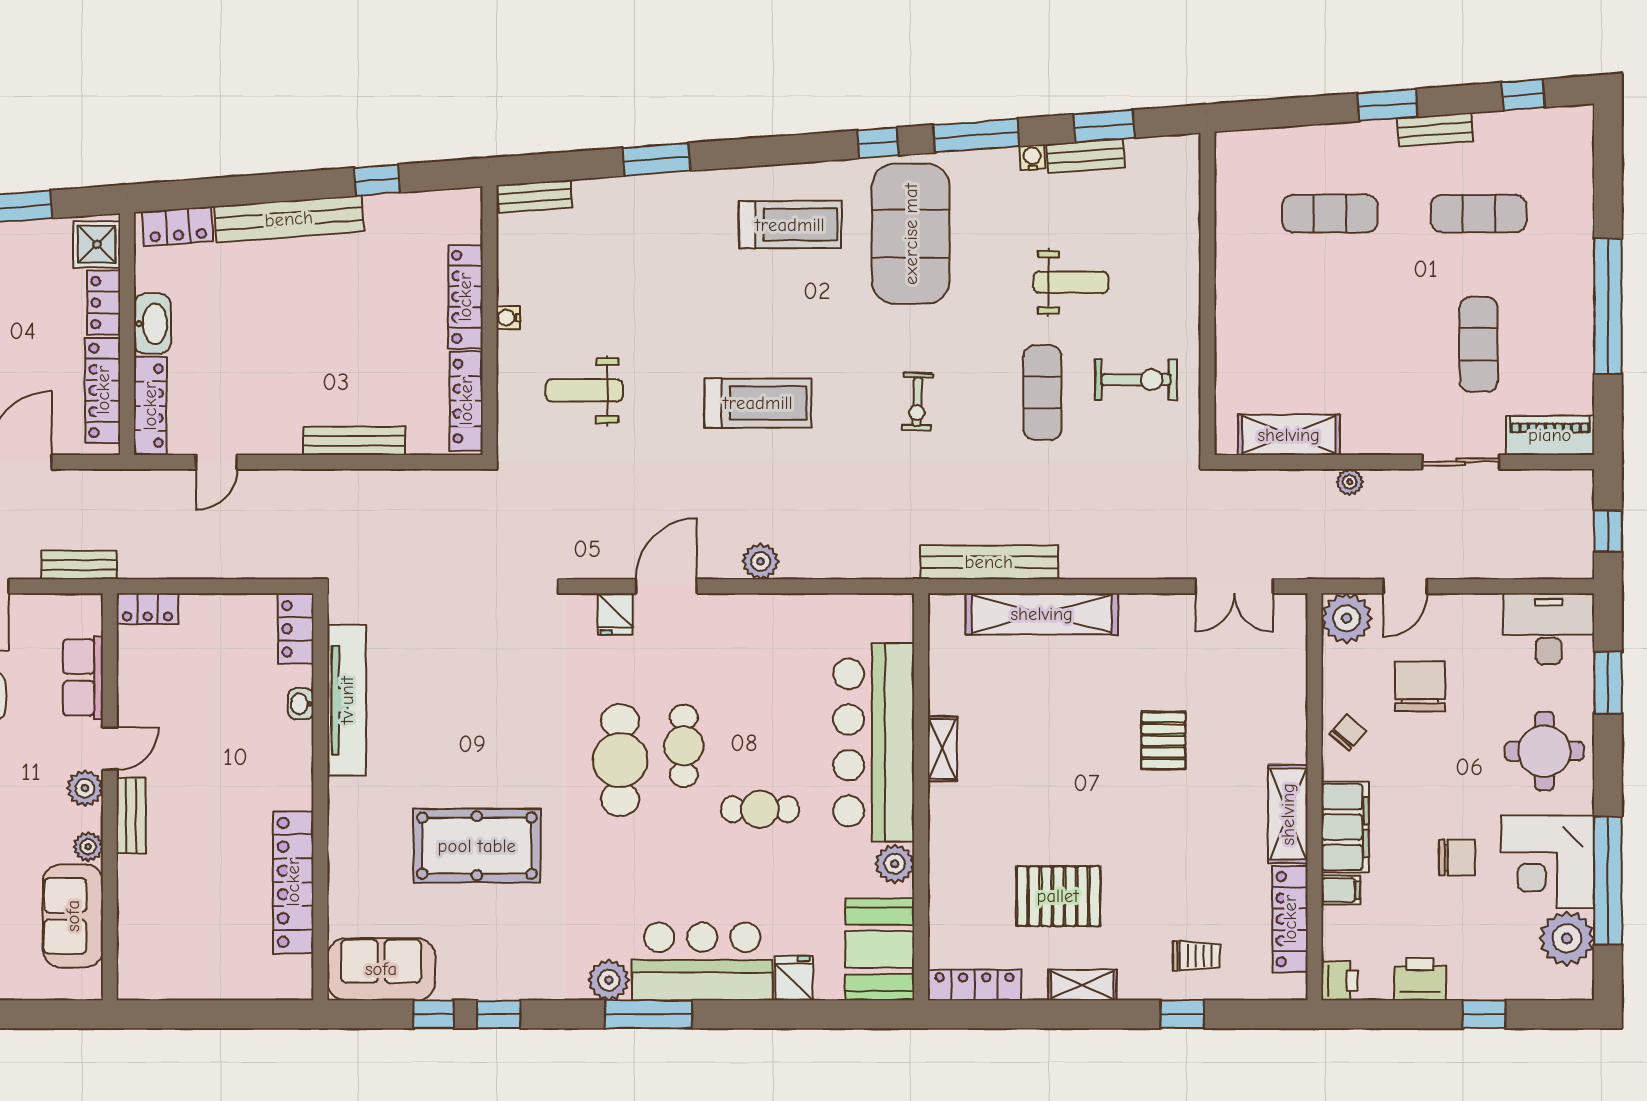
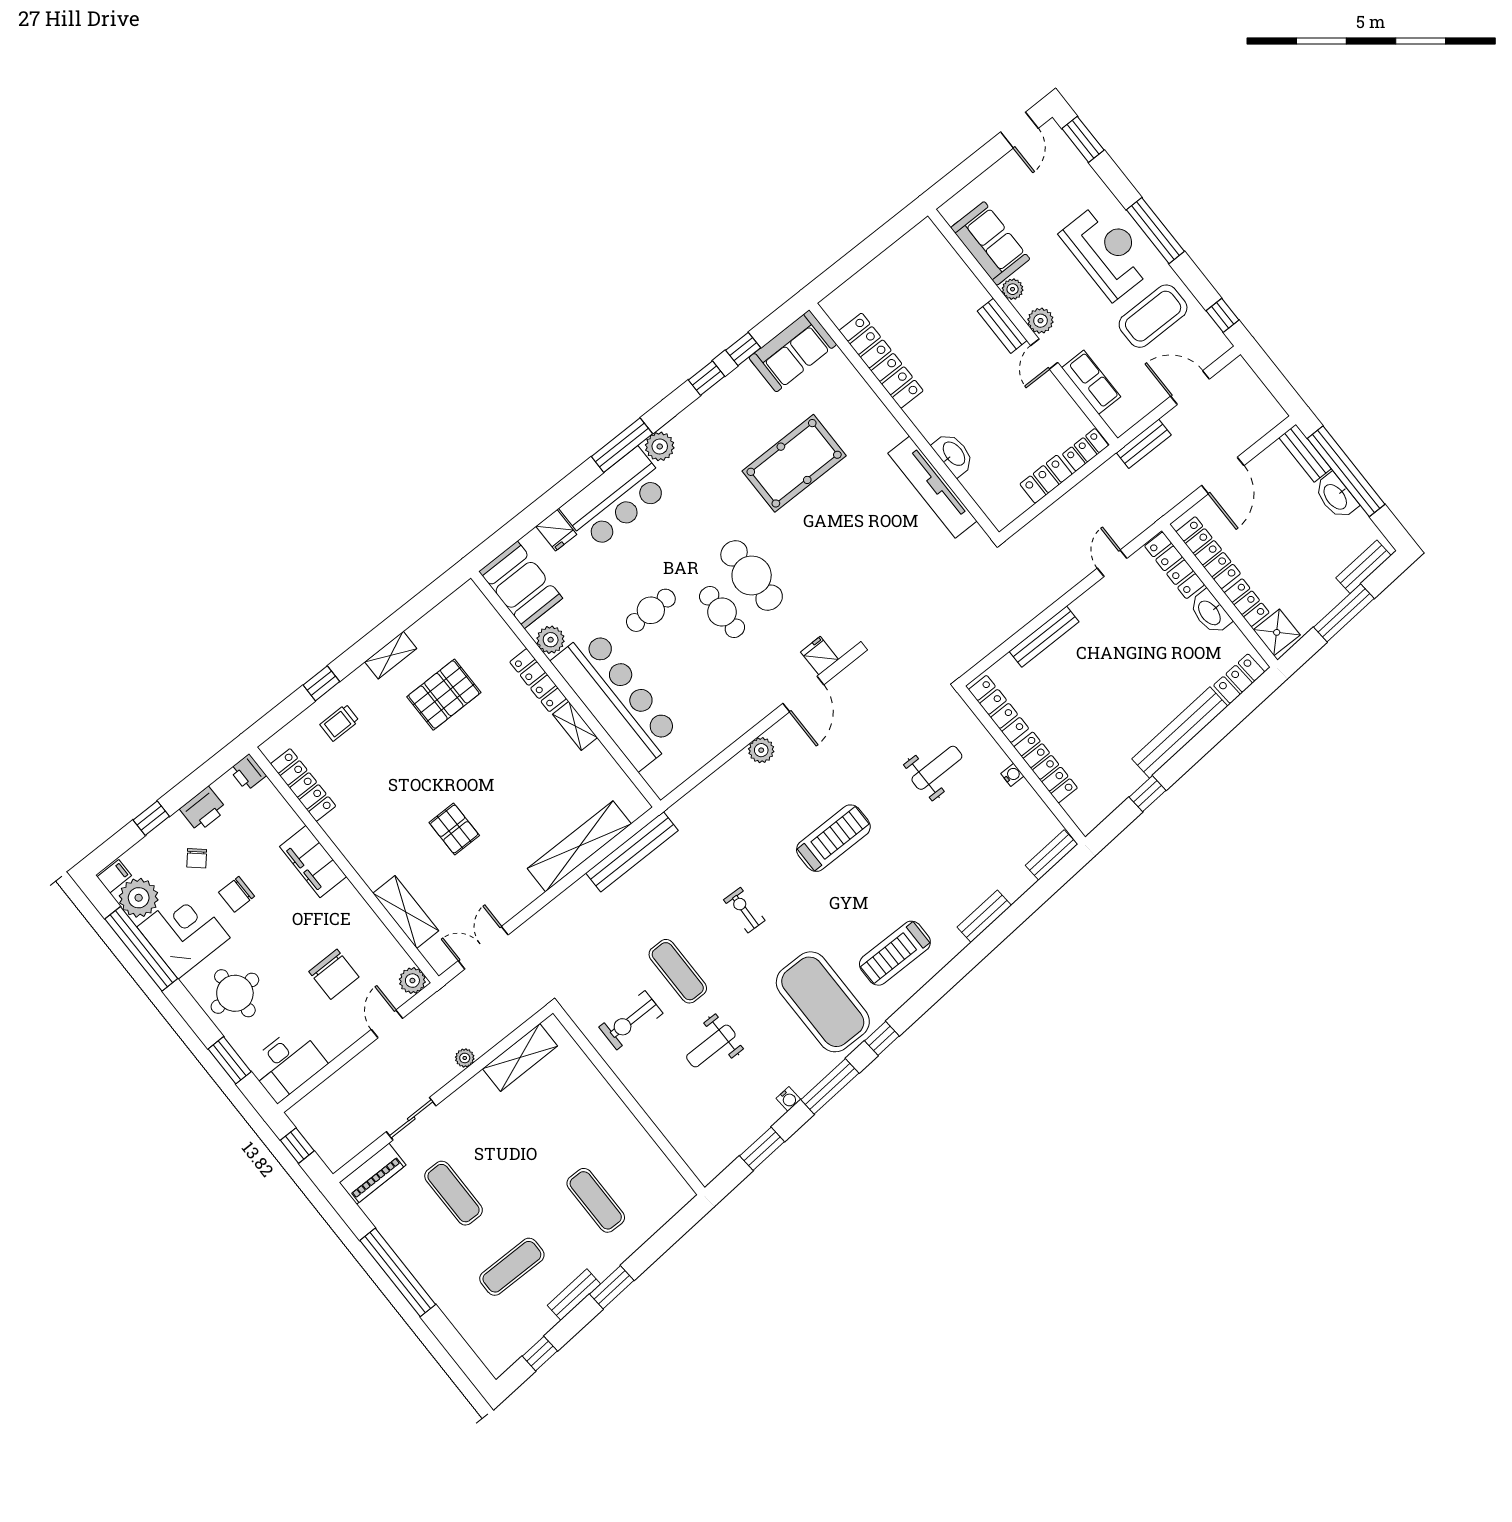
bench: (1086, 156) -> (984, 916), moved
window: (657, 159) -> (999, 930), removed
exercise mat: (1330, 214) -> (596, 1200), turned 90
treadmill: (758, 403) -> (833, 838), turned 180
plant: (1347, 618) -> (412, 981), width x0.73, depth x0.73
locker: (296, 629) -> (1046, 479), moved, turned -90
washbasin: (301, 704) -> (953, 454), width x1.91, depth x1.45
chair: (1348, 732) -> (197, 858), moved
shelving: (1288, 814) -> (406, 912), moved
filing cabinet: (1341, 890) -> (114, 876), moved, turned 180
locker: (975, 985) -> (538, 680), moved, turned 90

